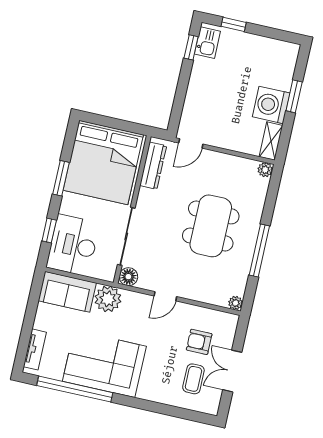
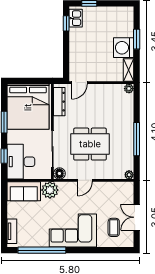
dining table: (211, 226) -> (90, 144), moved, turned 90
armchair: (199, 342) -> (112, 204), removed
corner sofa: (104, 364) -> (73, 231), moved

